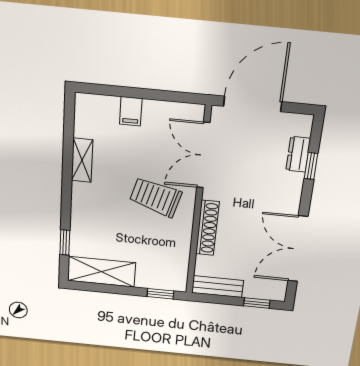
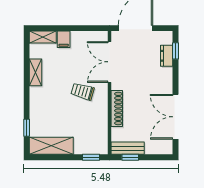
shelving: (97, 104) -> (43, 37), added
window: (311, 166) -> (176, 51), moved
trolley: (156, 197) -> (83, 91), width x0.73, depth x0.72
window: (257, 303) -> (130, 157), moved

